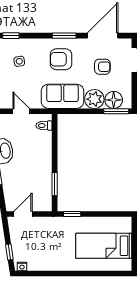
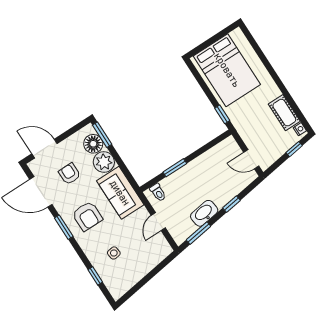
window: (55, 184) -> (175, 168), moved
bed: (104, 246) -> (227, 70), width x1.50
cot: (42, 263) -> (284, 113), added

